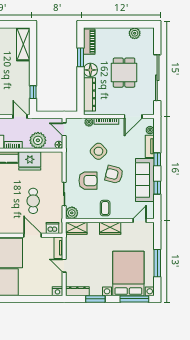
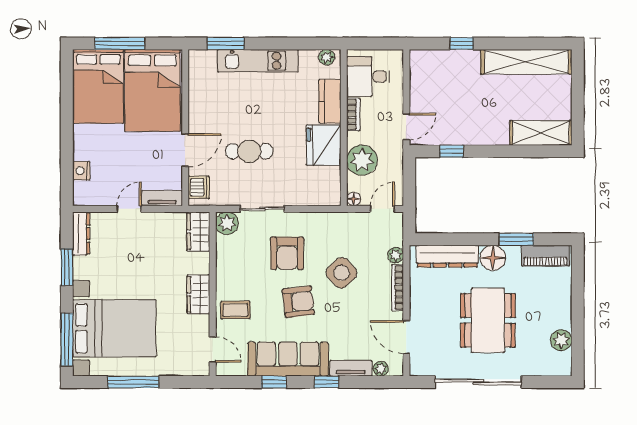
dining table: (124, 73) -> (488, 320), width x1.38
armchair: (114, 174) -> (298, 302), turned 69
coffee table: (105, 208) -> (235, 310), moved
nightstand: (58, 291) -> (81, 171), moved

